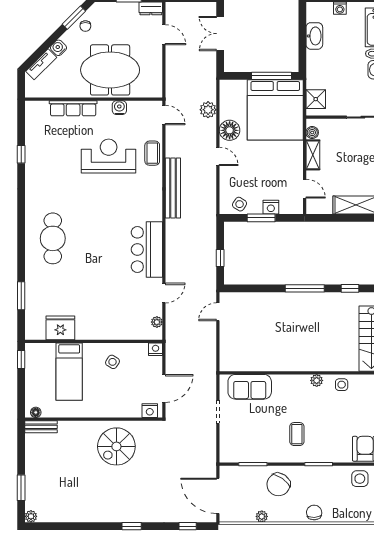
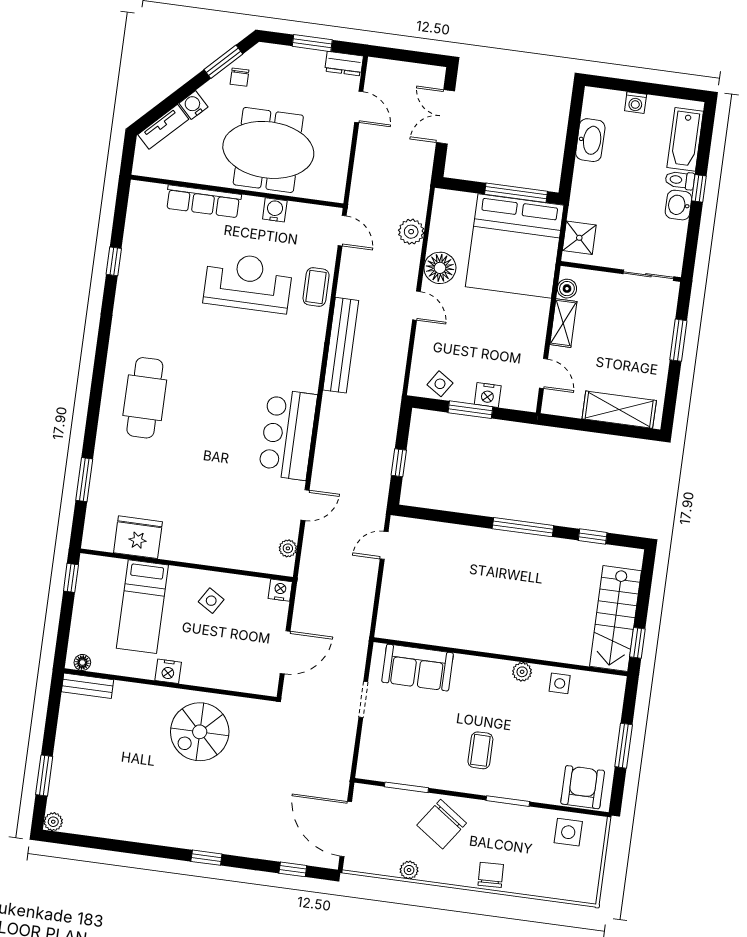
nightstand: (150, 411) -> (168, 671), moved

